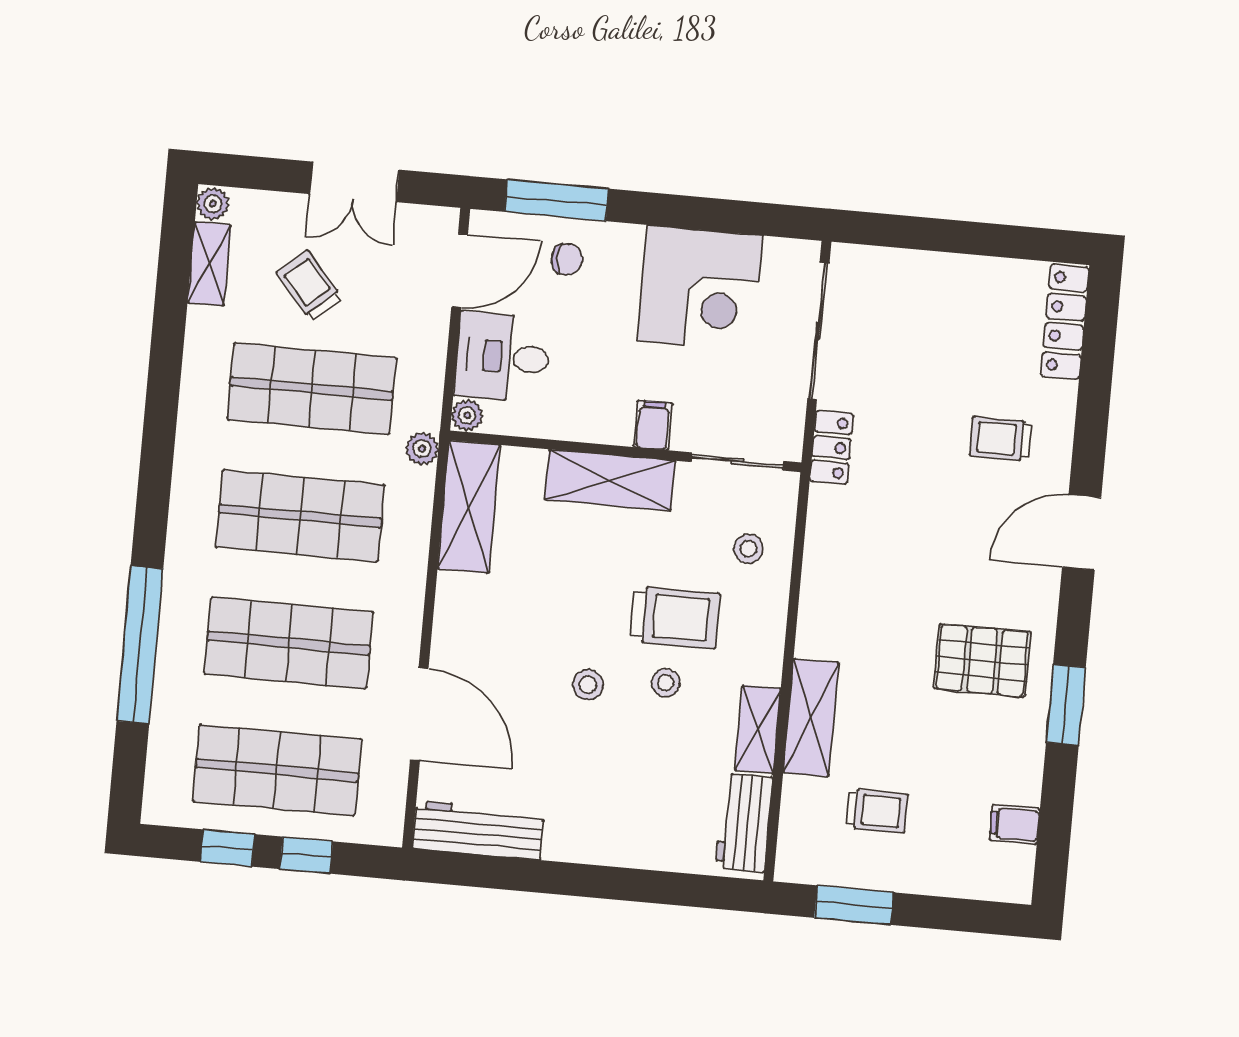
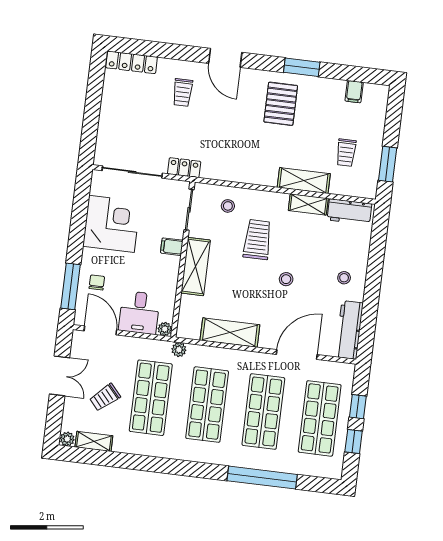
shelving: (469, 507) -> (230, 333), moved
stool: (666, 683) -> (344, 278), moved
trolley: (877, 811) -> (346, 153), turned 180

